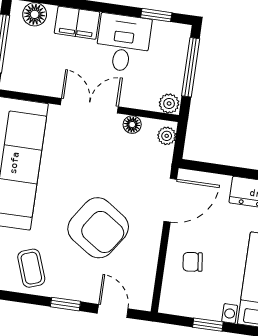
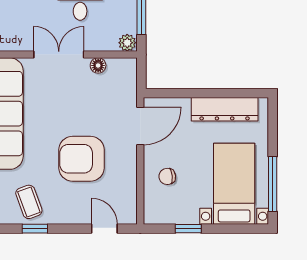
plant: (167, 136) -> (129, 71), removed
armchair: (98, 228) -> (82, 159), turned 146
window: (65, 304) -> (35, 229), moved

